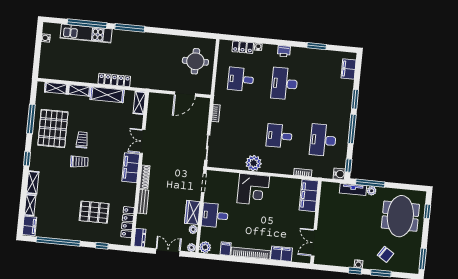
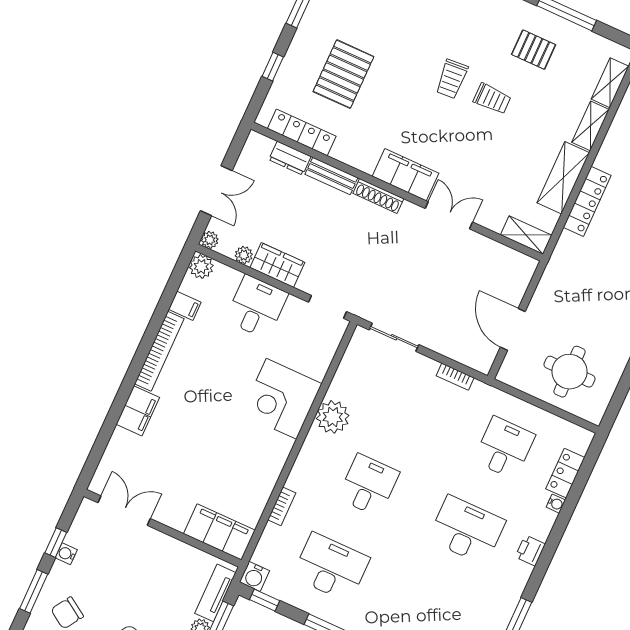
pallet: (53, 129) -> (534, 50), width x0.49, depth x0.50
filing cabinet: (309, 196) -> (219, 532), moved
wall: (316, 222) -> (162, 528), moved
dresser: (140, 238) -> (290, 158), moved
double door: (314, 243) -> (124, 511), moved

